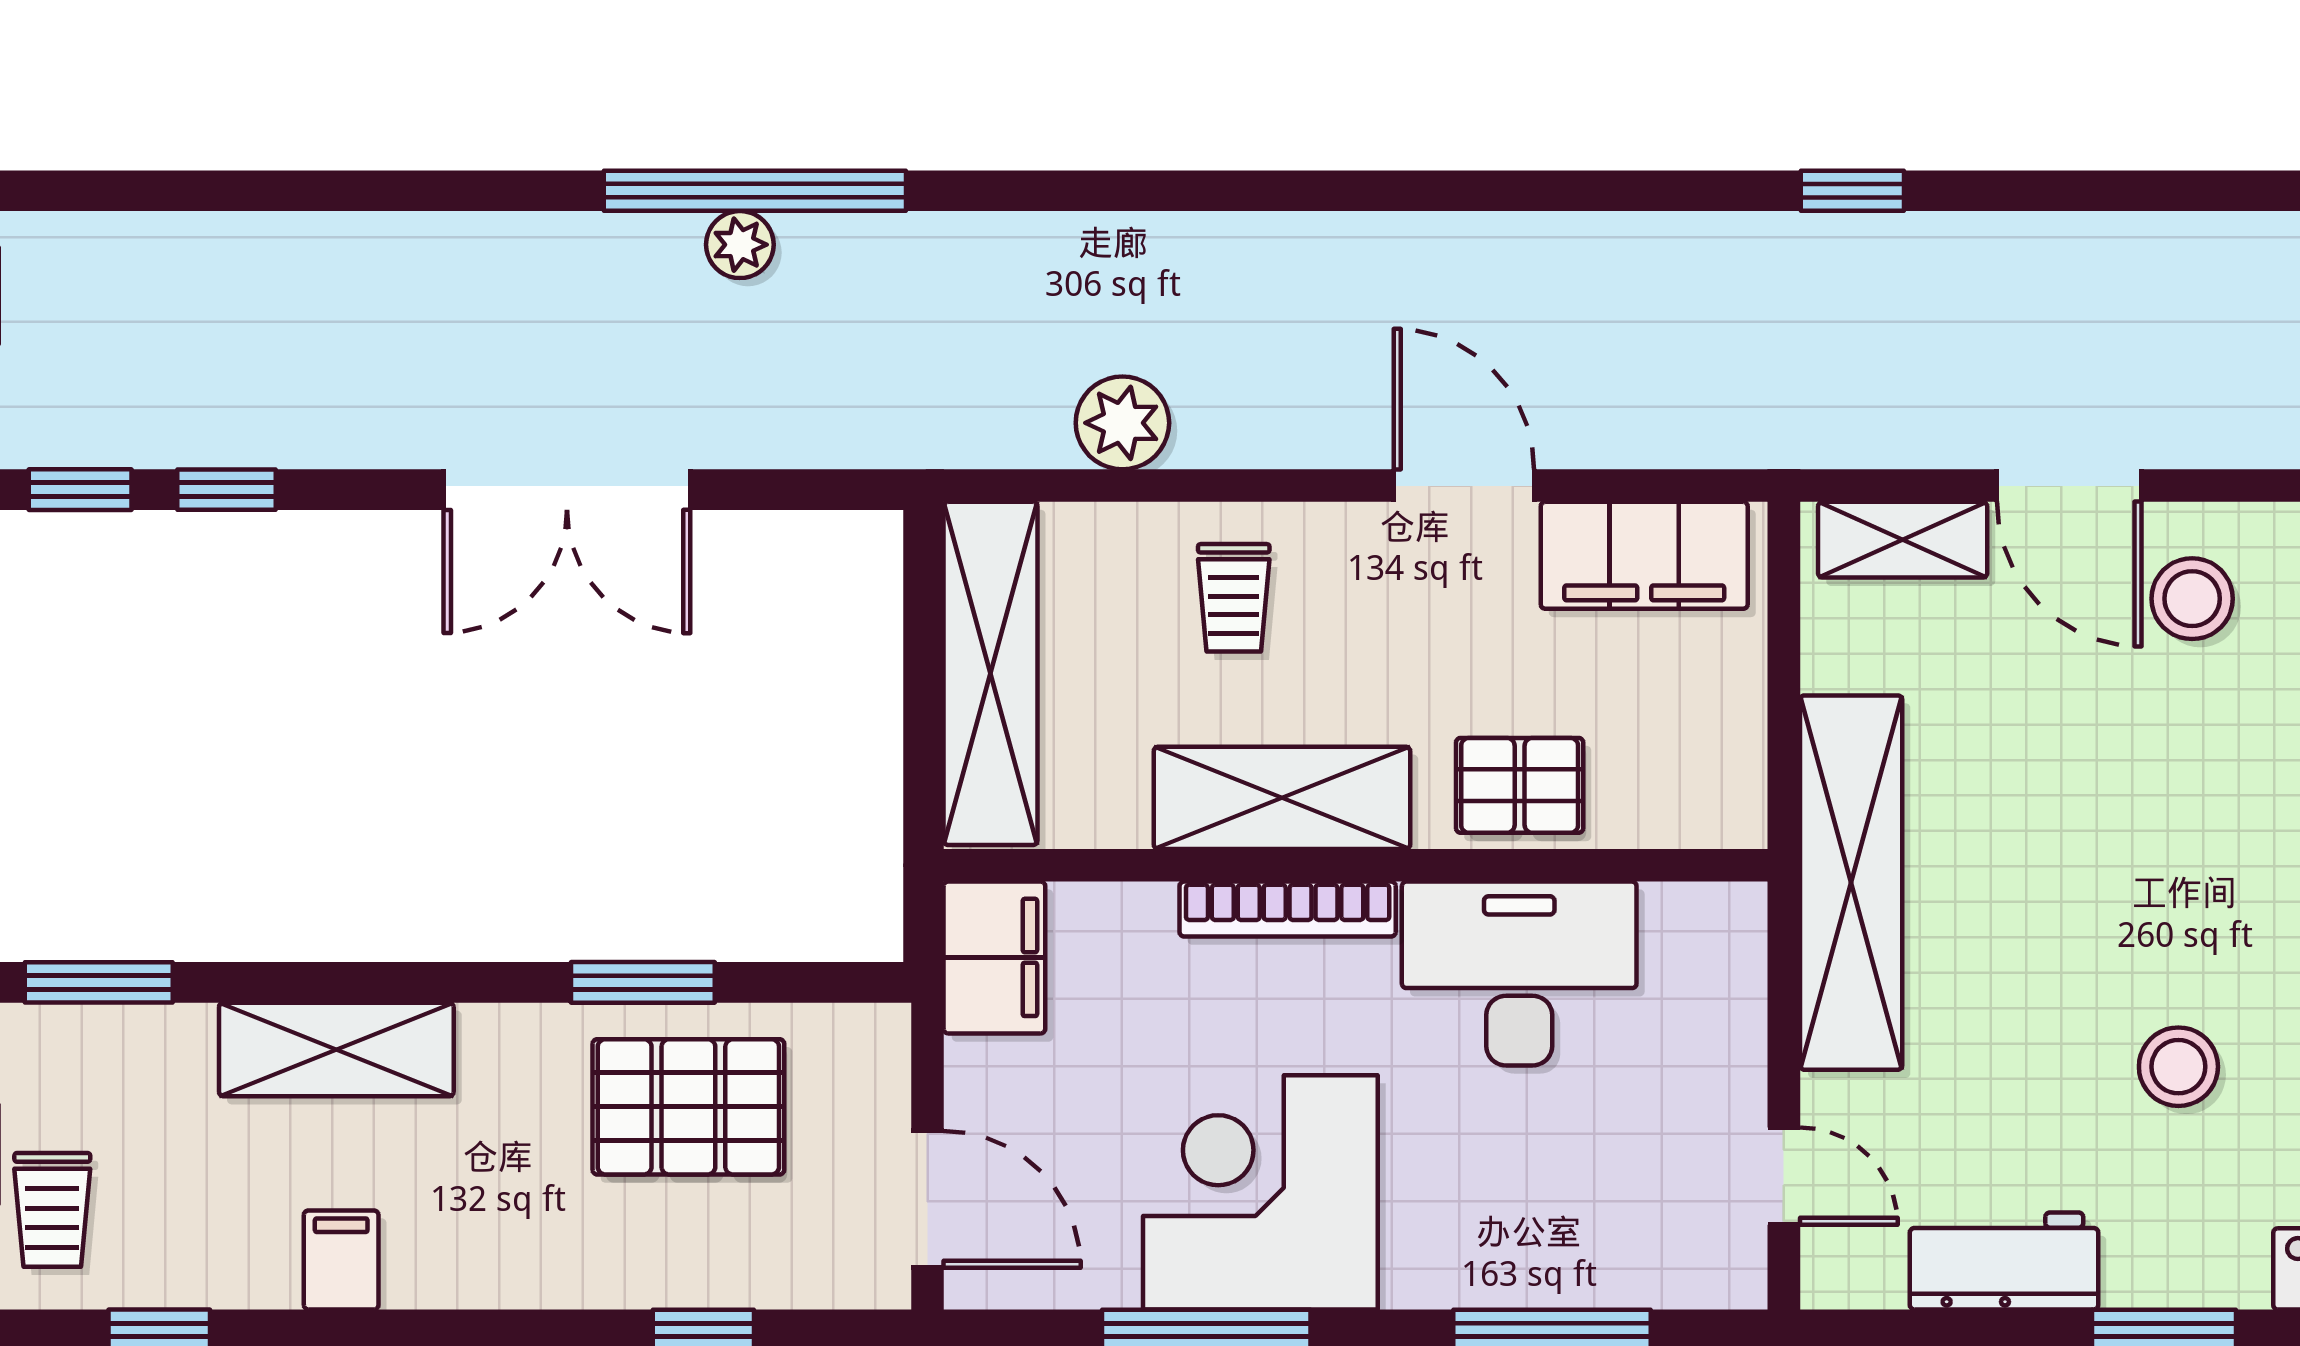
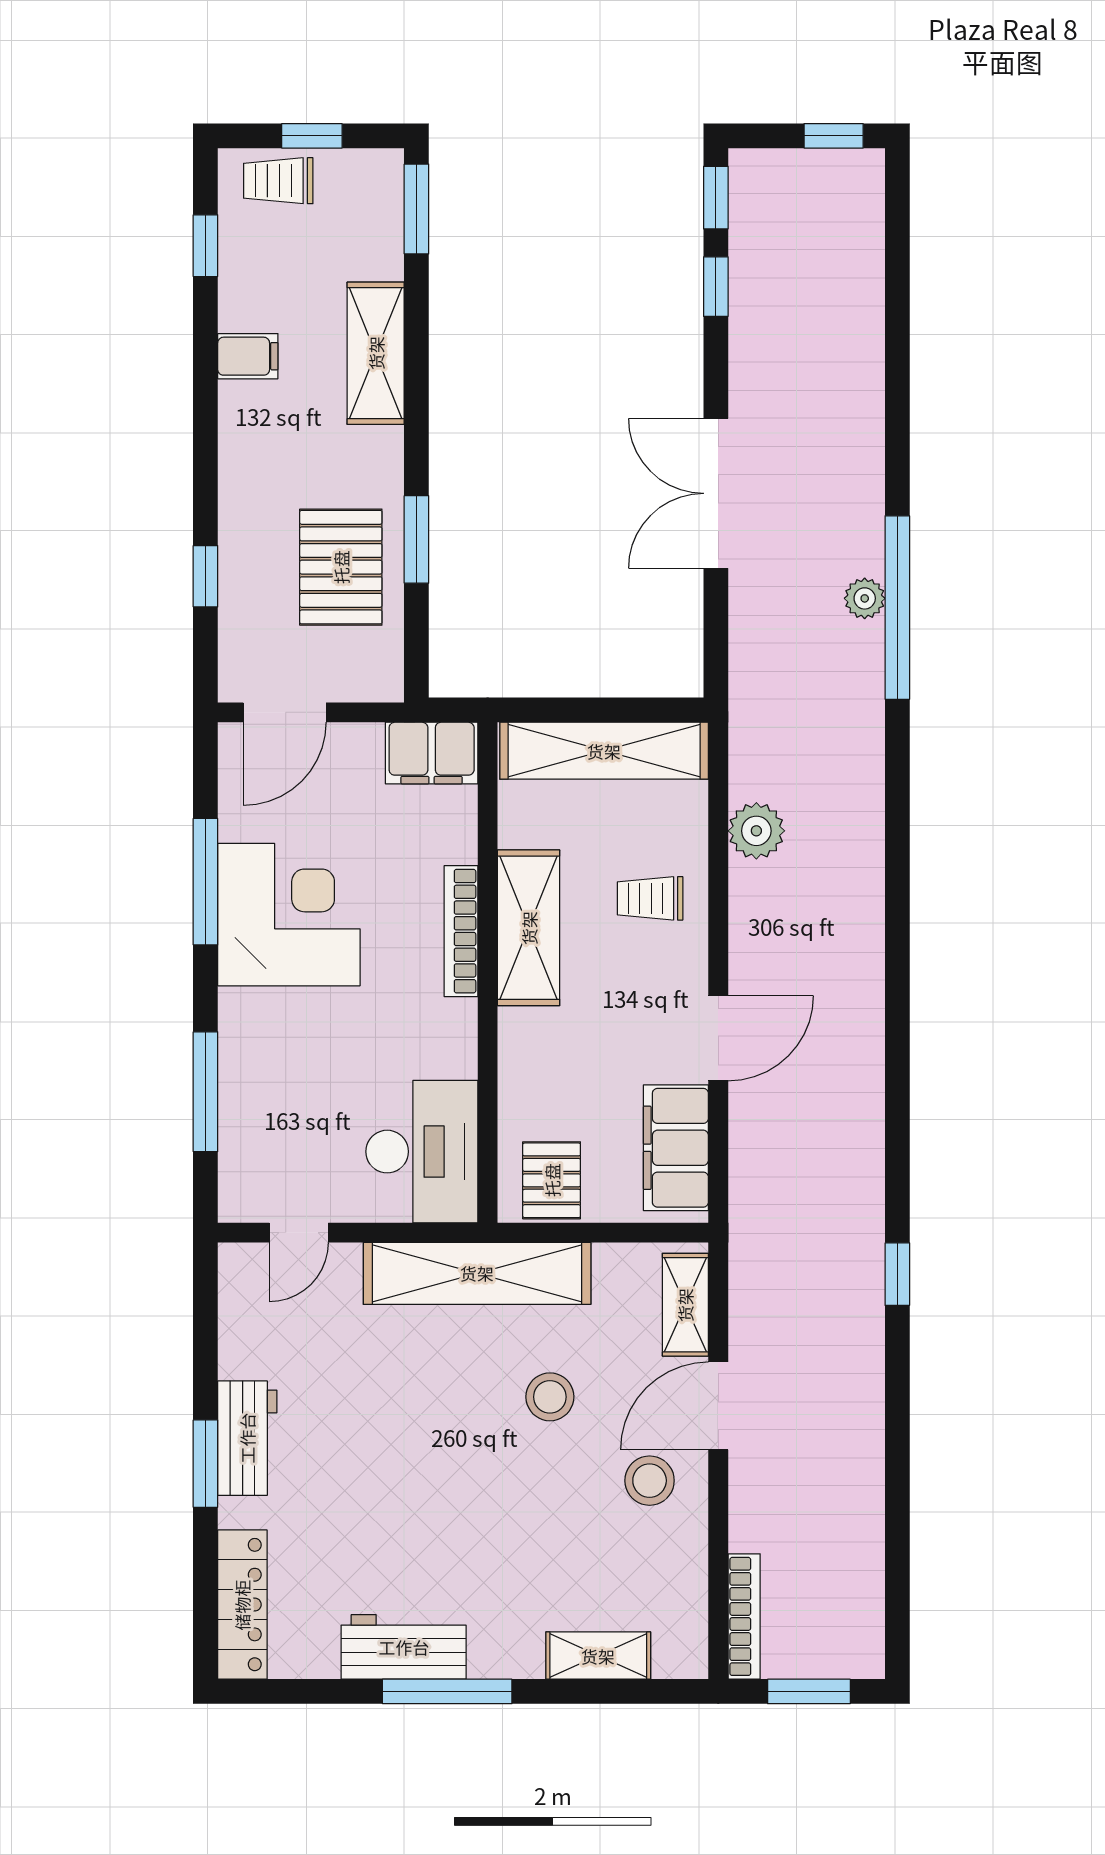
pallet: (1520, 785) -> (552, 1180), moved
desk: (1519, 974) -> (422, 1152), moved
stool: (2178, 1067) -> (550, 1397), moved
workbench: (2004, 1261) -> (247, 1438), moved

